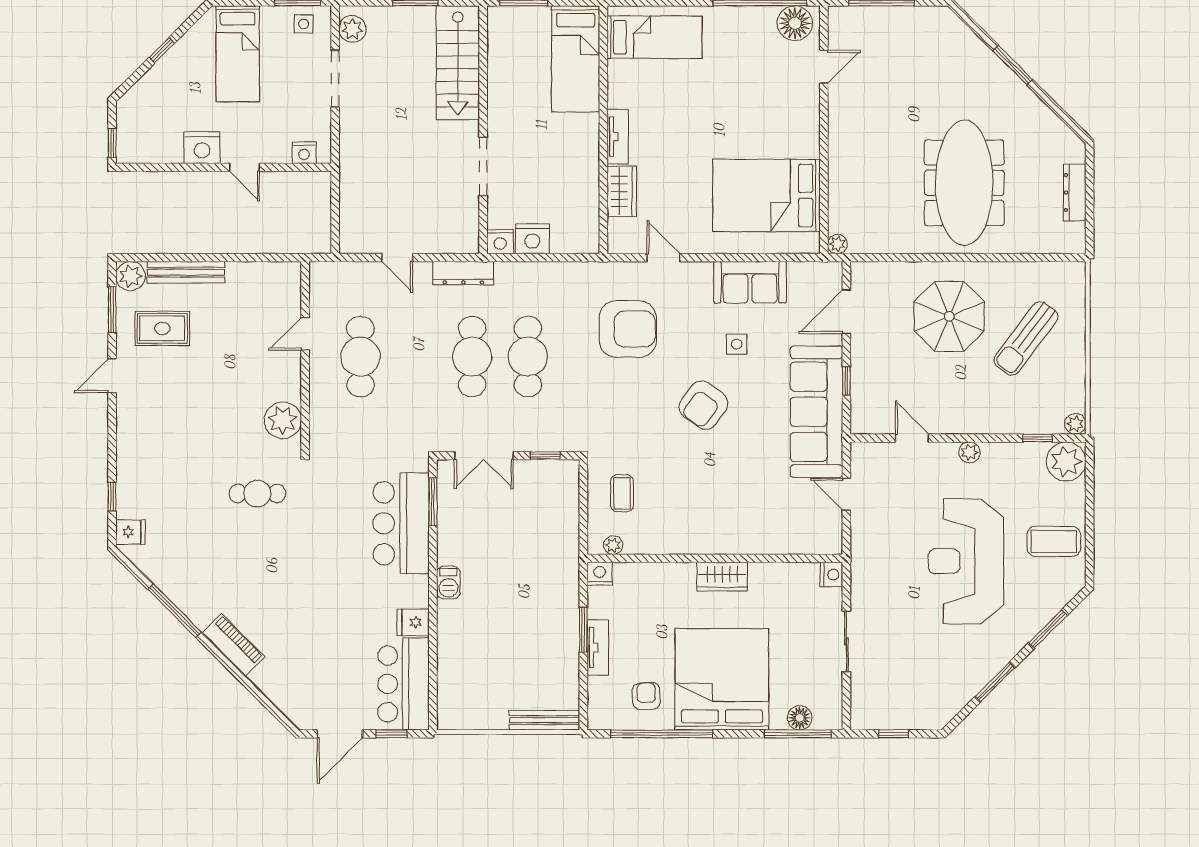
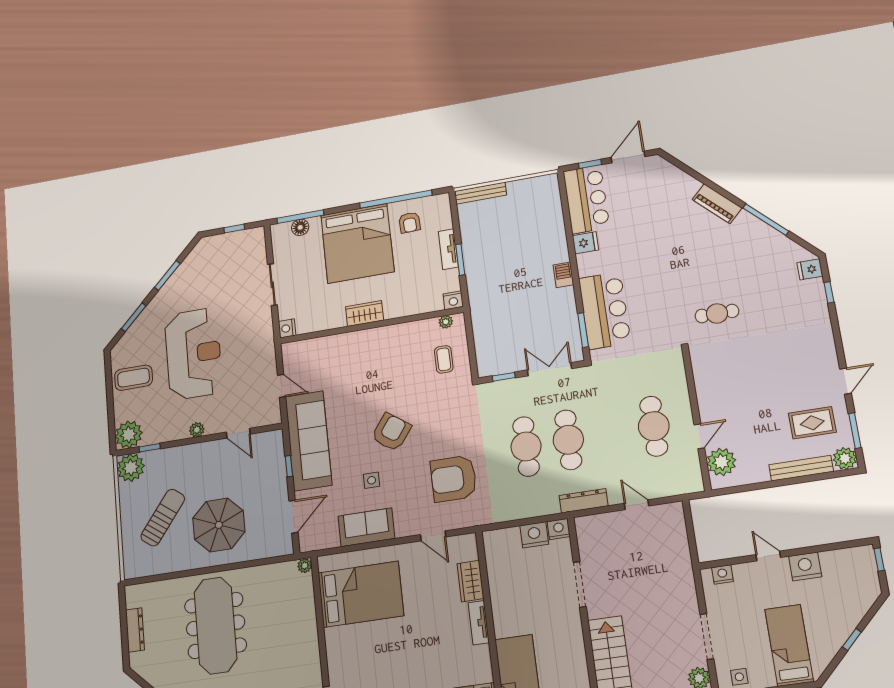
plant: (283, 420) -> (721, 462), moved
plant: (1075, 424) -> (131, 468), width x1.87, depth x1.87

